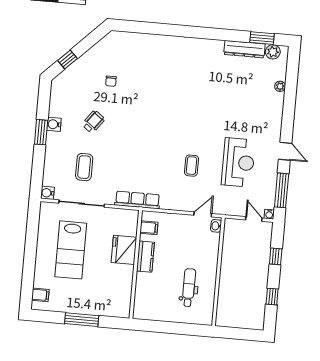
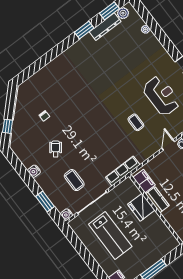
window: (222, 35) -> (84, 30), added
window: (41, 132) -> (45, 201), moved
filing cabinet: (149, 228) -> (144, 181), width x2.00

